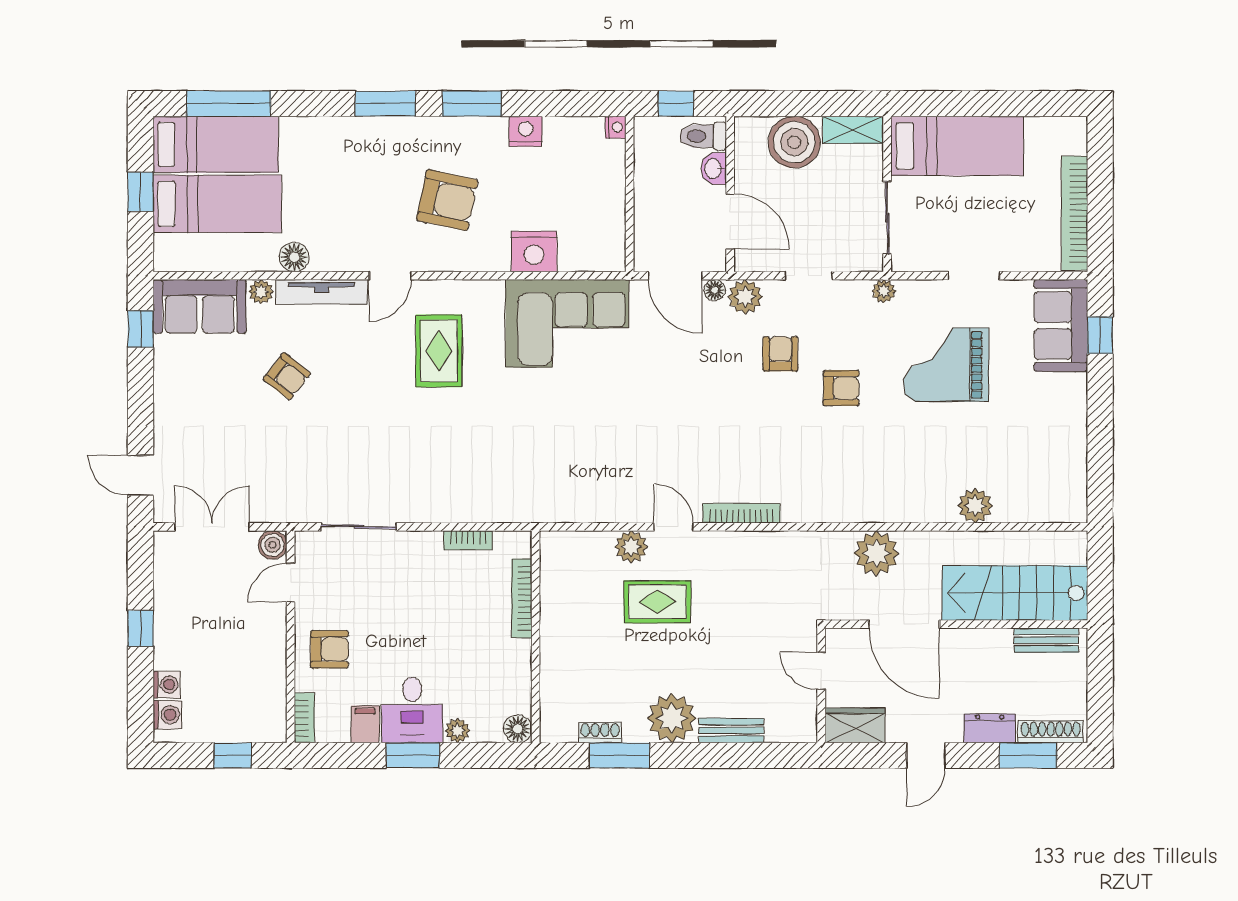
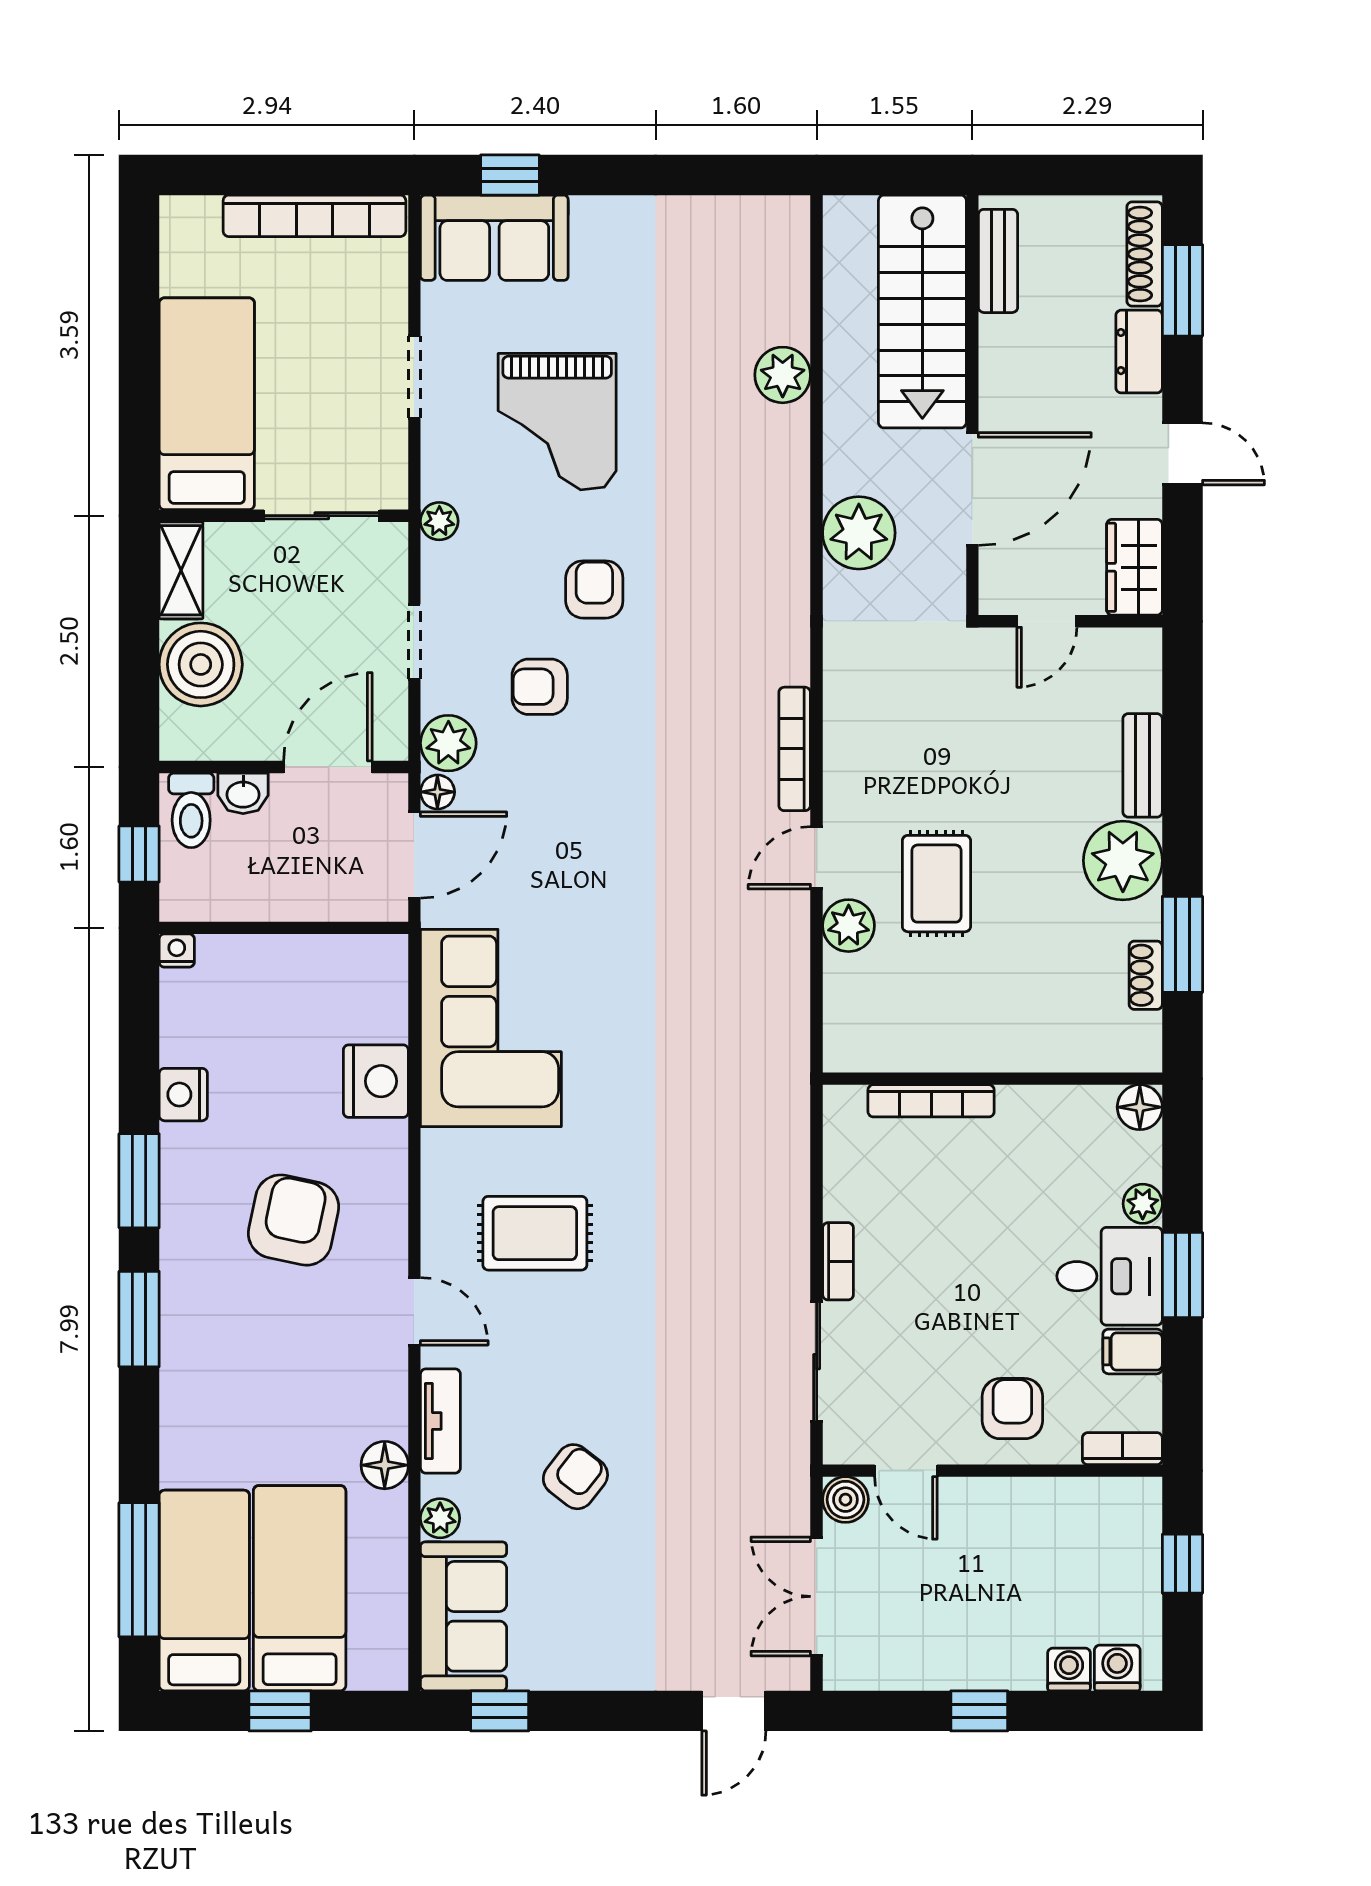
tv unit: (322, 292) -> (440, 1421), width x0.71
bookcase: (468, 540) -> (838, 1261), moved

